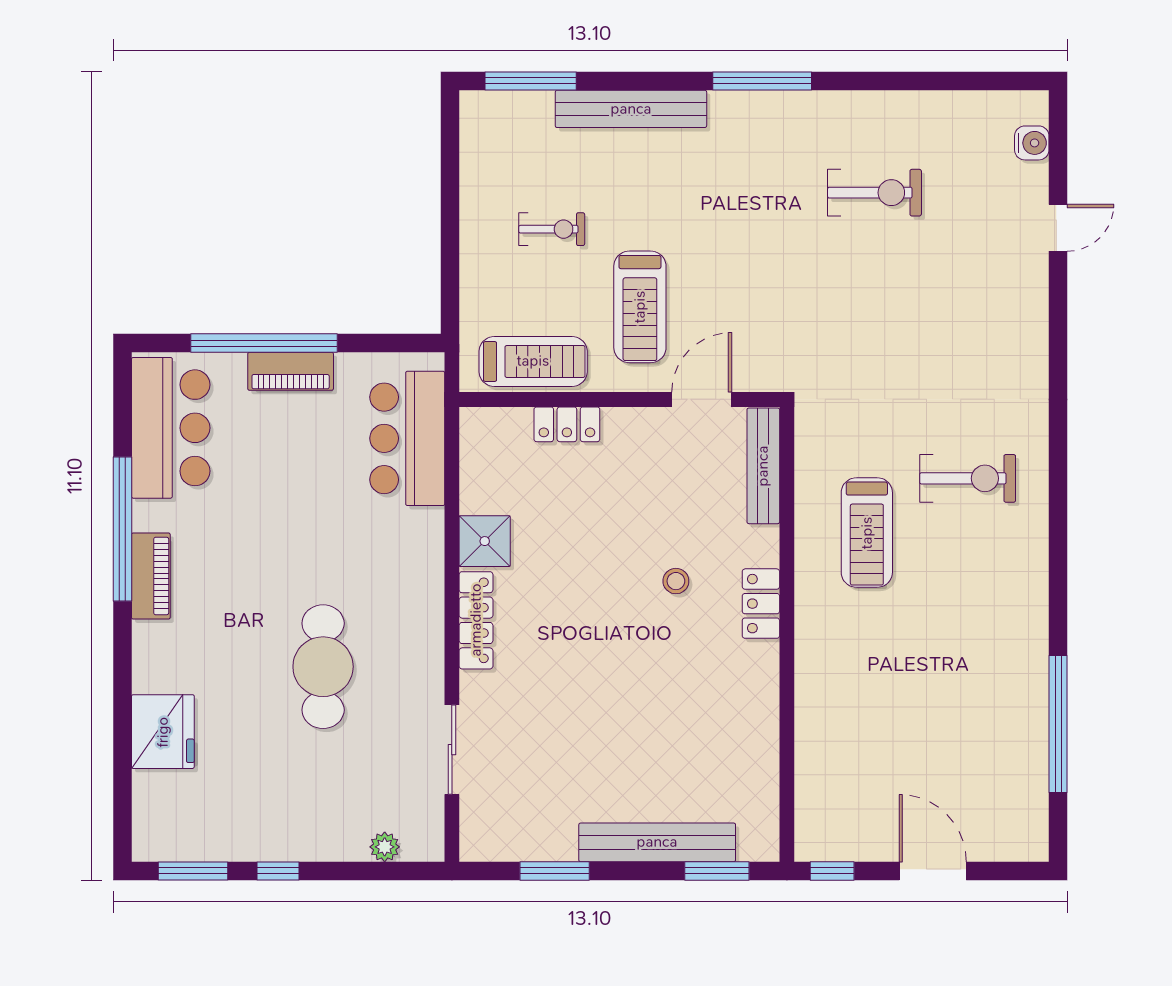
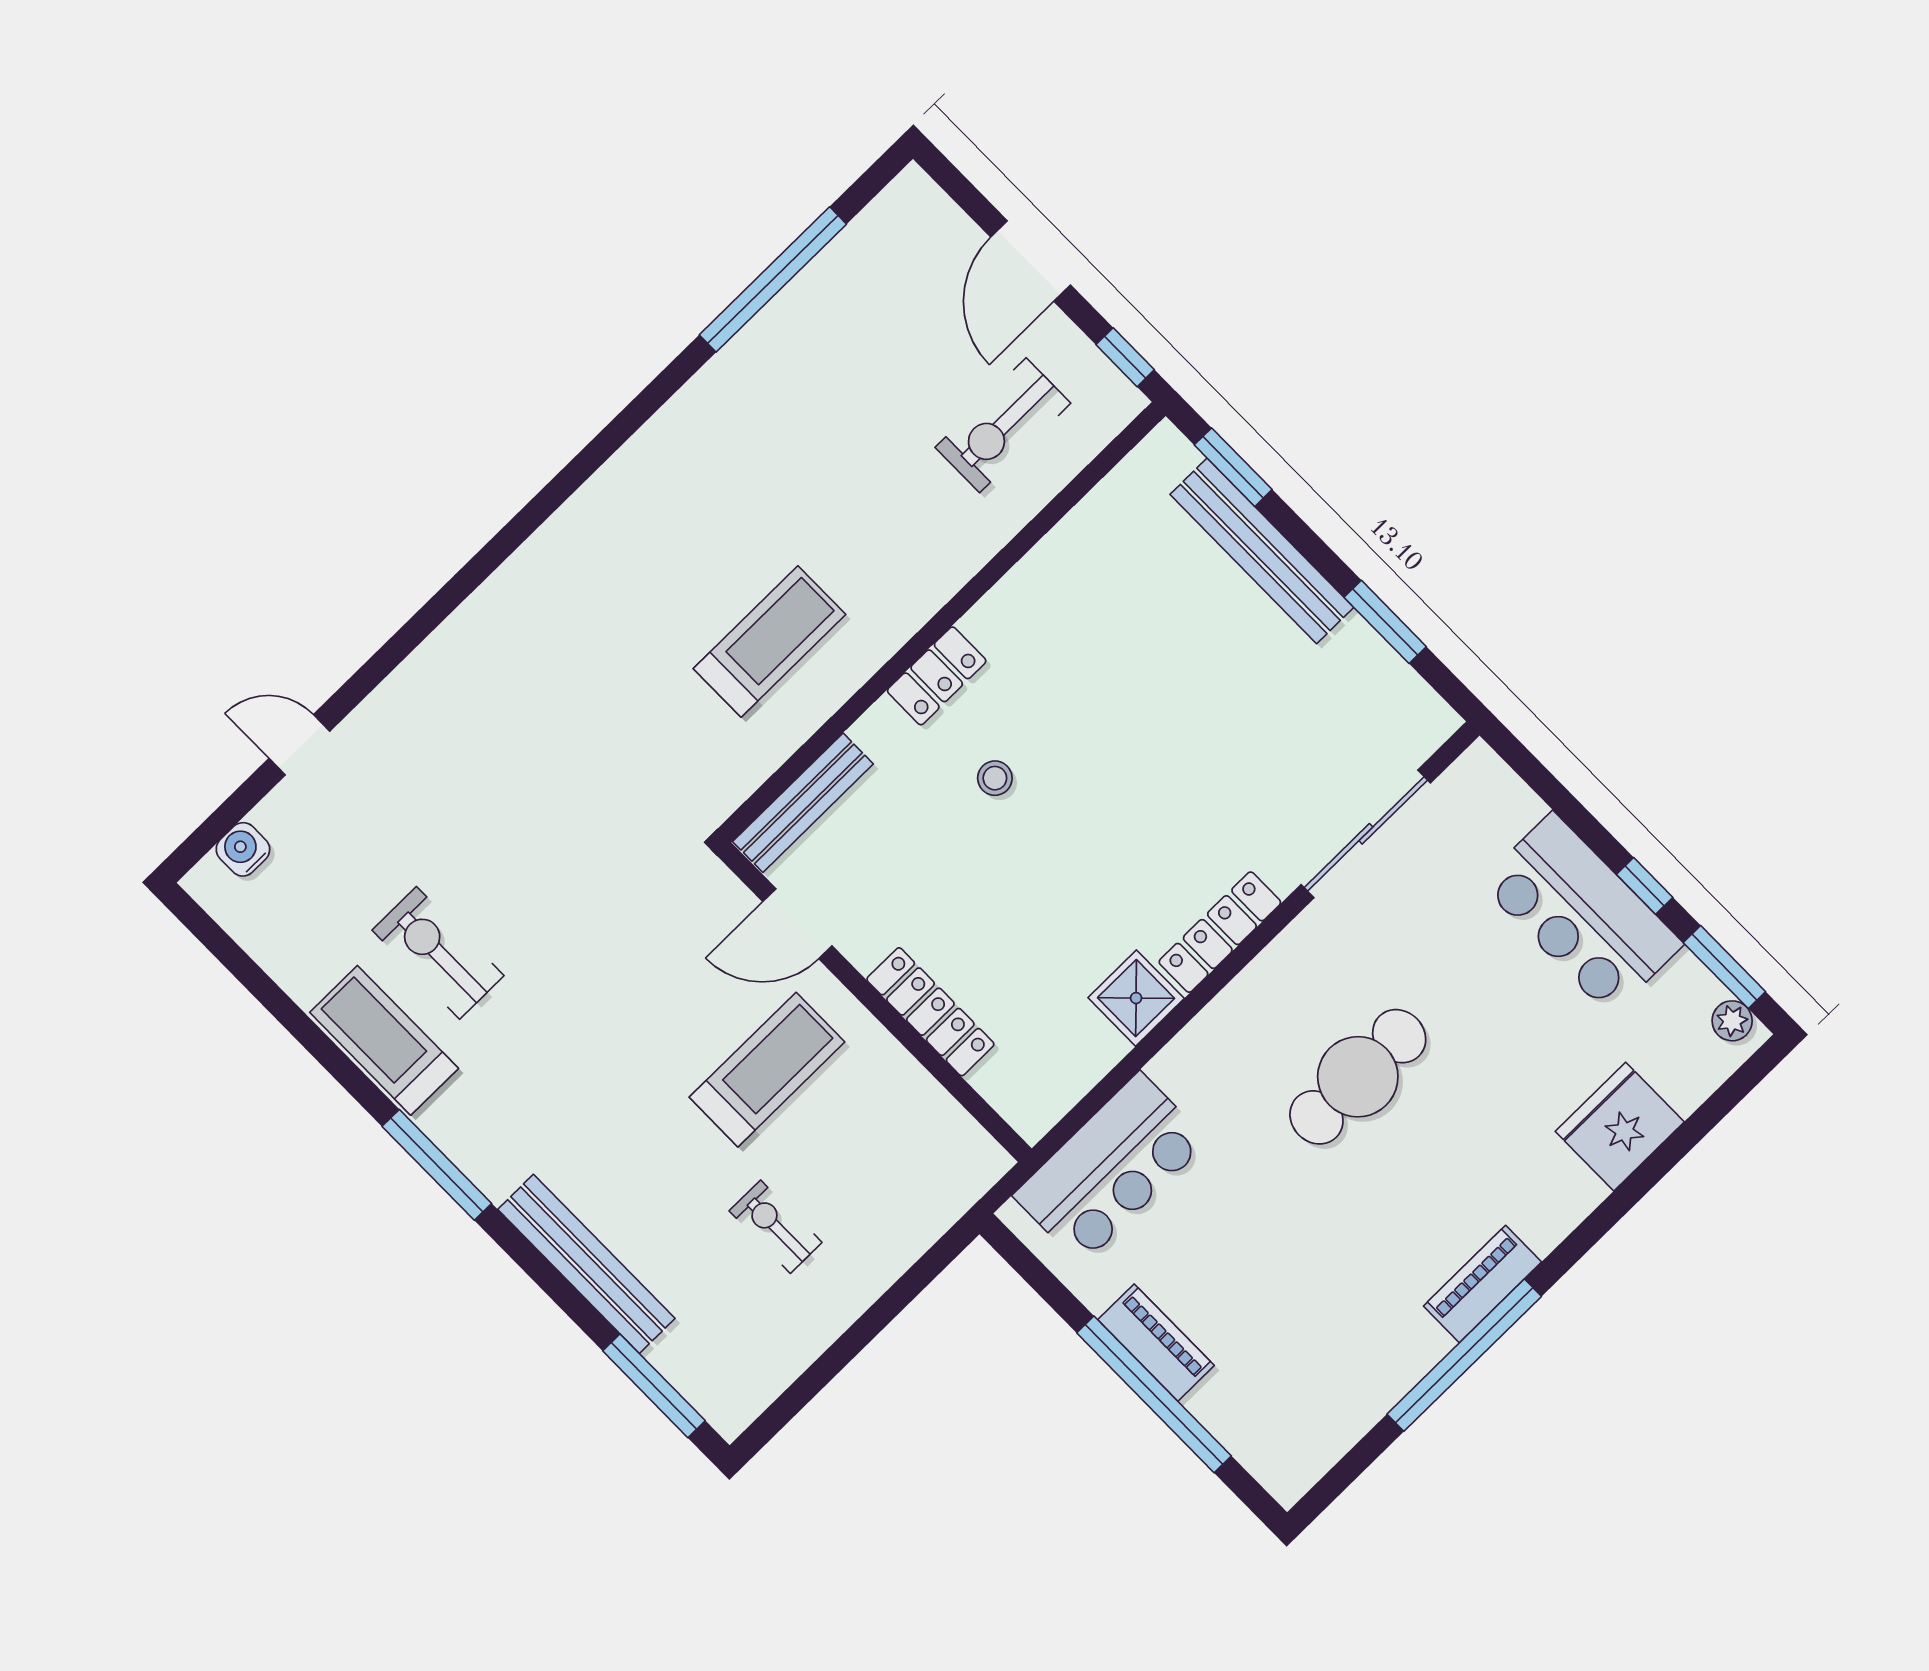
treadmill: (533, 361) -> (384, 1040), moved
locker: (567, 424) -> (930, 1012), width x1.53
bar counter: (171, 428) -> (1581, 914), moved, turned -90
exercise bike: (968, 478) -> (1003, 425), moved, turned -90
cafe table: (323, 667) -> (1358, 1077), moved
sliding door: (452, 750) -> (1366, 834), width x1.37
plant: (385, 847) -> (1732, 1021), moved

